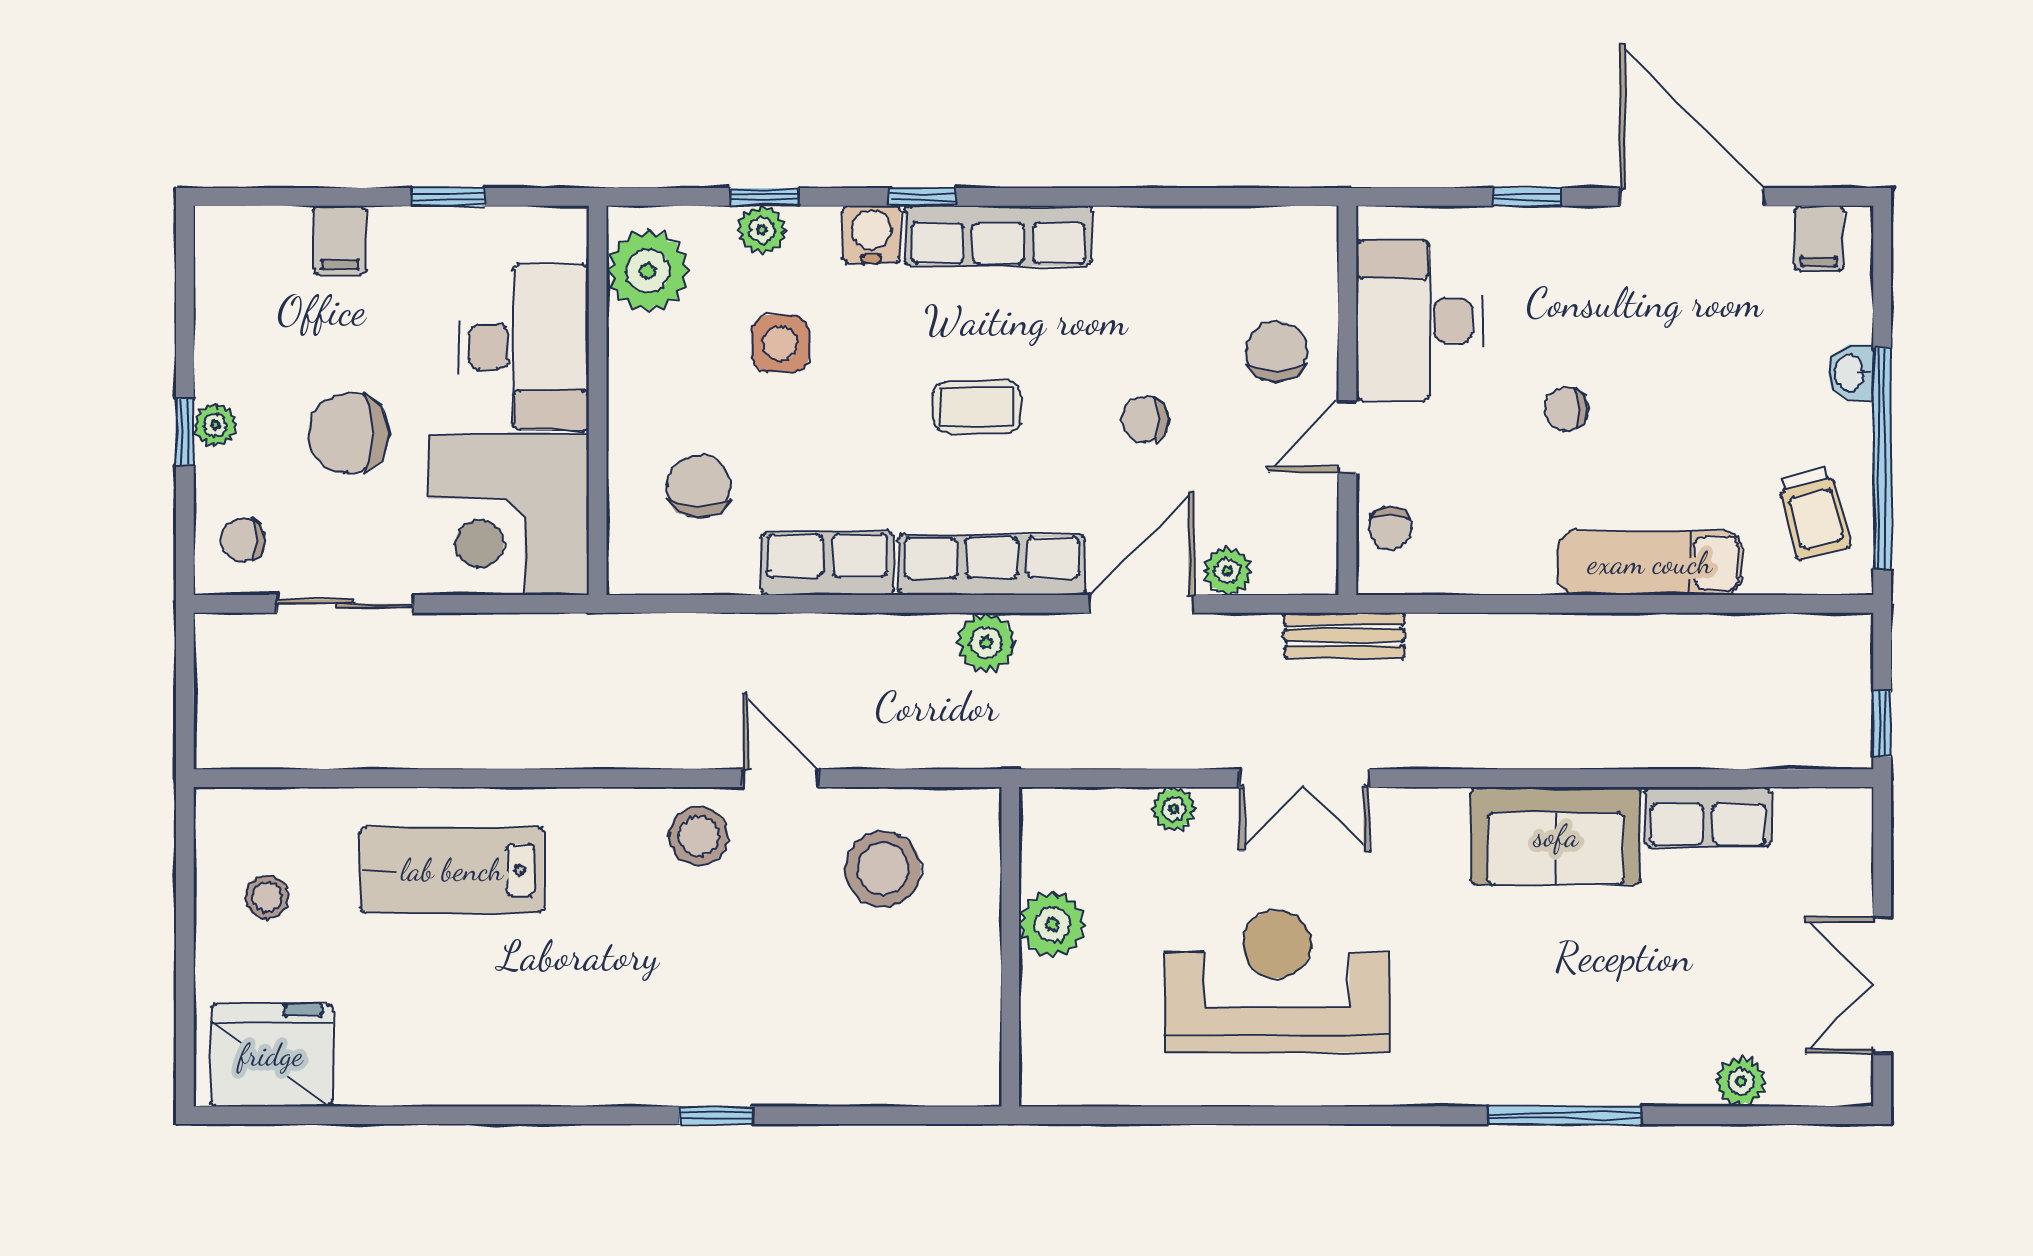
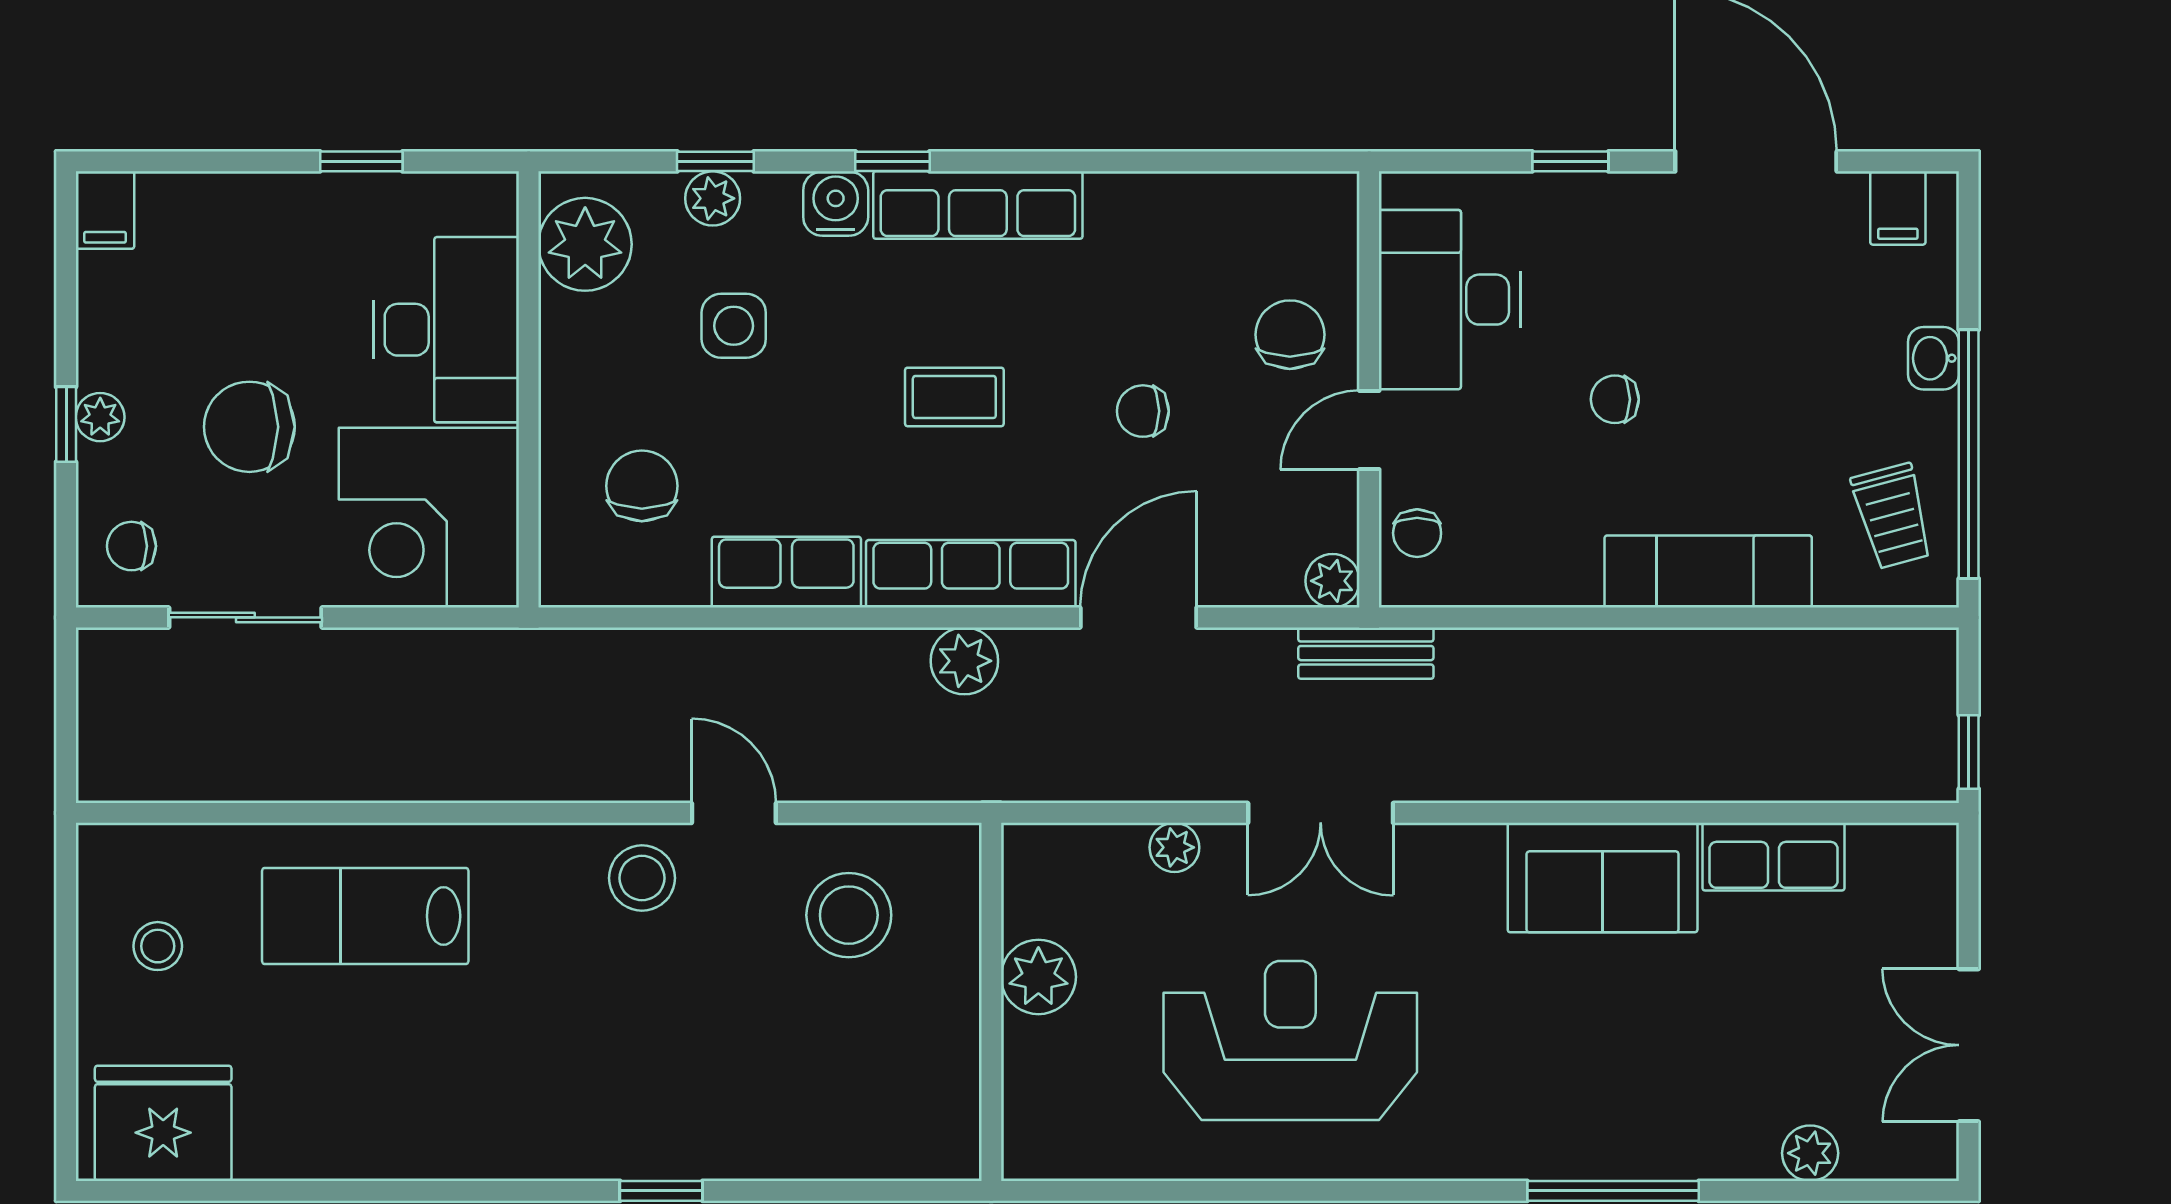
filing cabinet: (340, 240) -> (105, 210), moved
plant: (1228, 571) -> (1333, 581), moved

